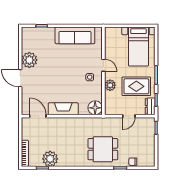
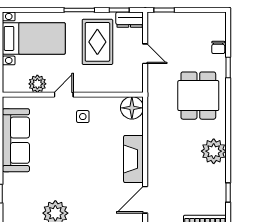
plant: (110, 85) -> (37, 84), moved
plant: (50, 159) -> (214, 151), moved

